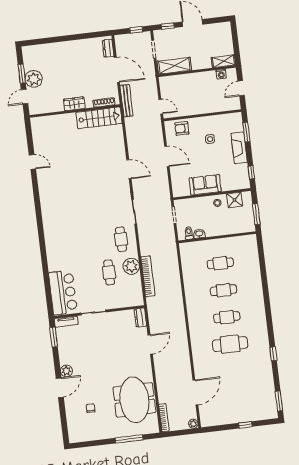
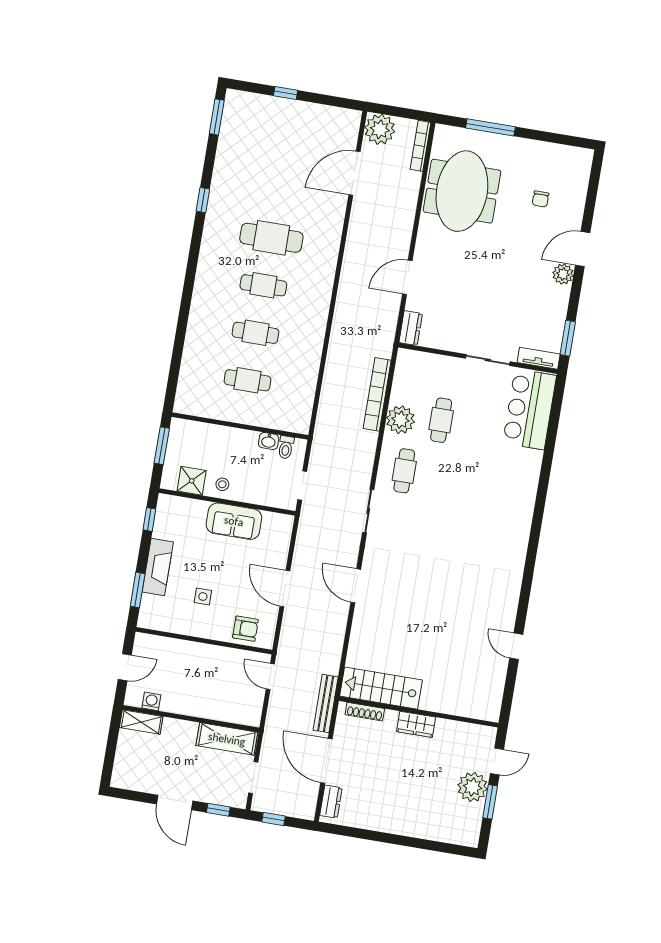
plant: (193, 424) -> (380, 129), width x1.87, depth x1.87

